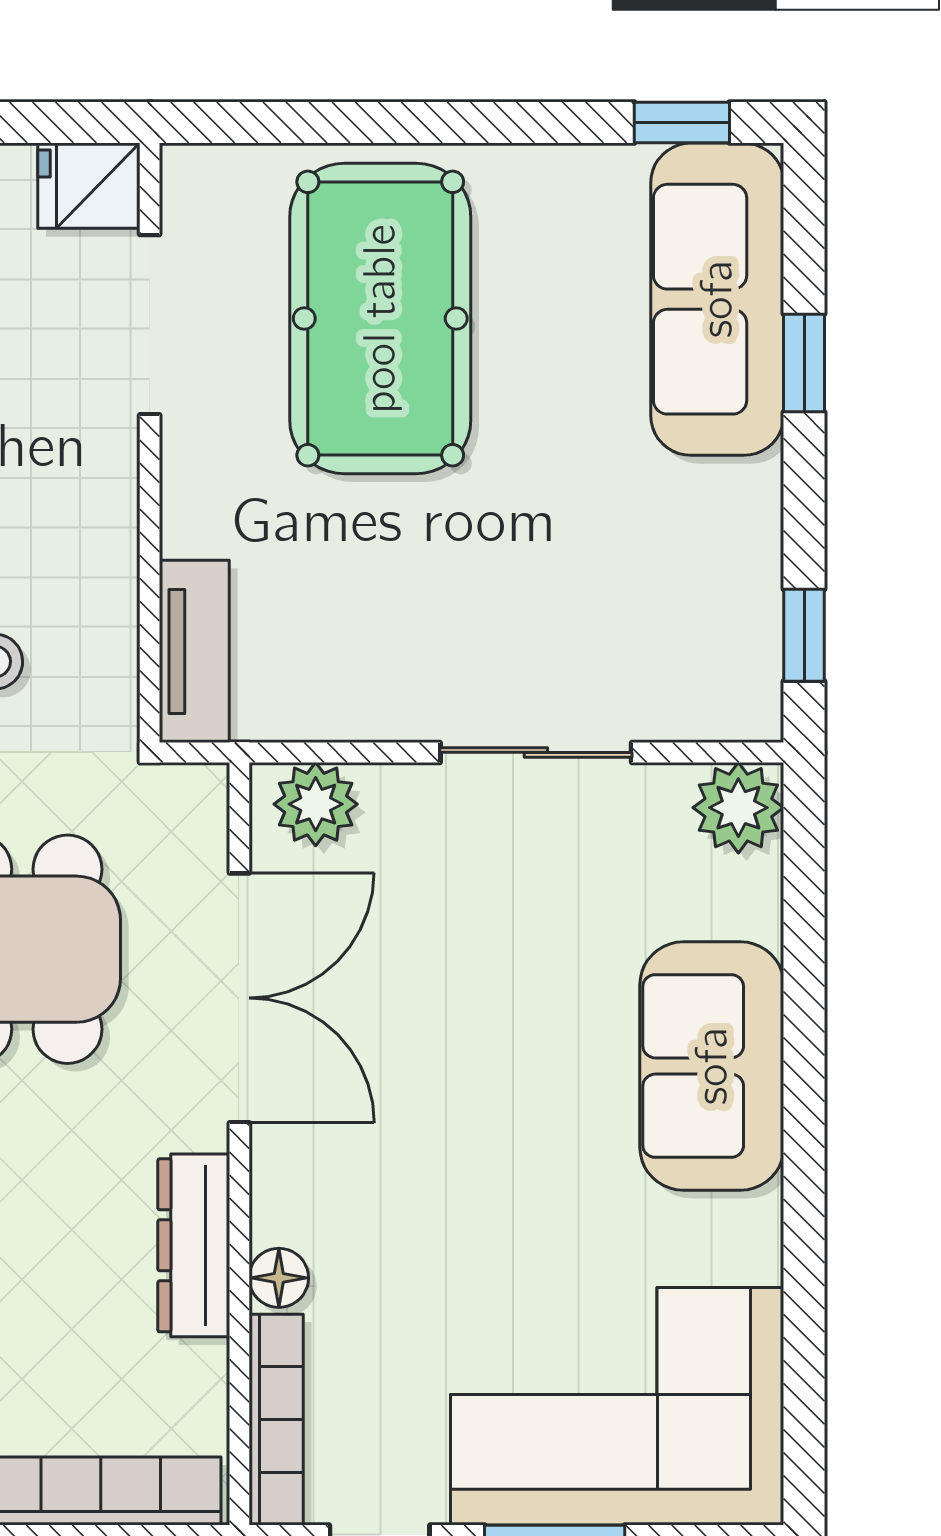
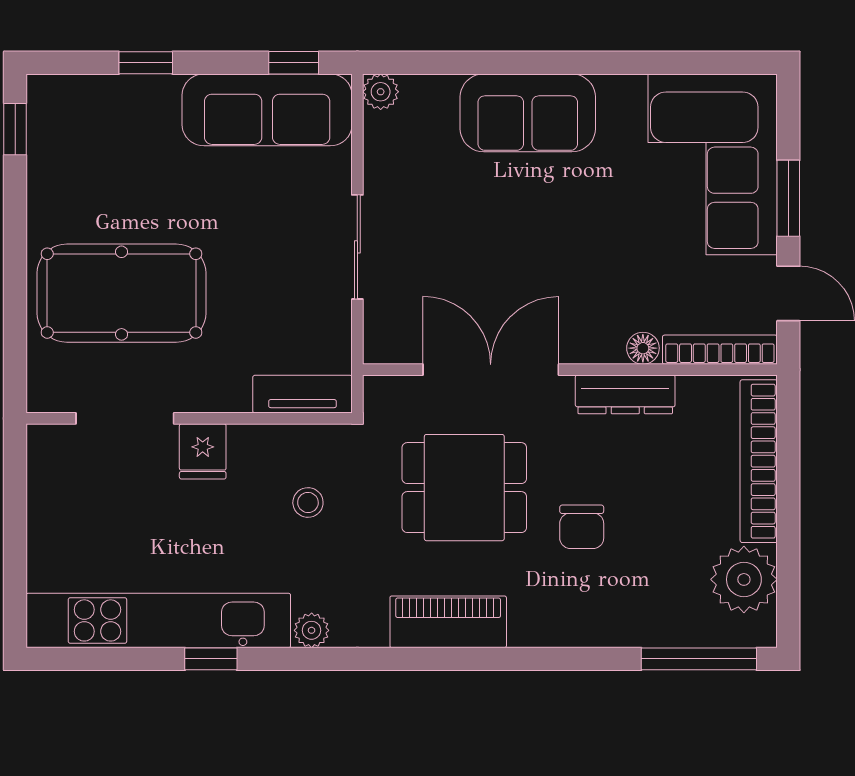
fridge: (89, 186) -> (203, 451), moved
sofa: (717, 299) -> (267, 110), moved
sliding door: (536, 752) -> (357, 247), moved
plant: (316, 804) -> (385, 328), removed
plant: (738, 808) -> (381, 92), width x0.73, depth x0.73

